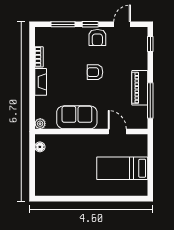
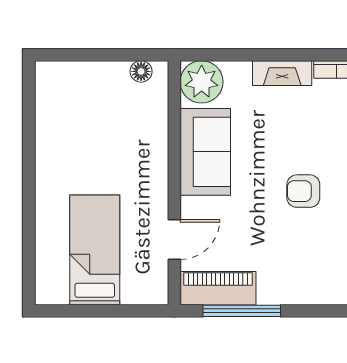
armchair: (95, 72) -> (303, 191), turned -90
piano: (140, 88) -> (218, 288), moved
plant: (40, 124) -> (202, 82), width x1.87, depth x1.87

